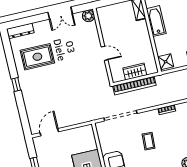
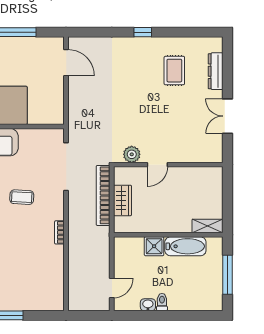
plant: (88, 16) -> (132, 154), moved
dresser: (20, 31) -> (216, 71), moved
rug: (37, 57) -> (174, 71), width x0.73, depth x0.70
shower: (166, 62) -> (154, 246), moved

